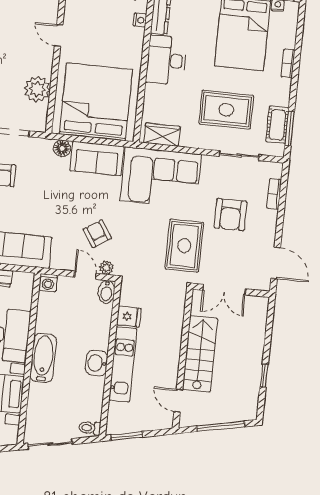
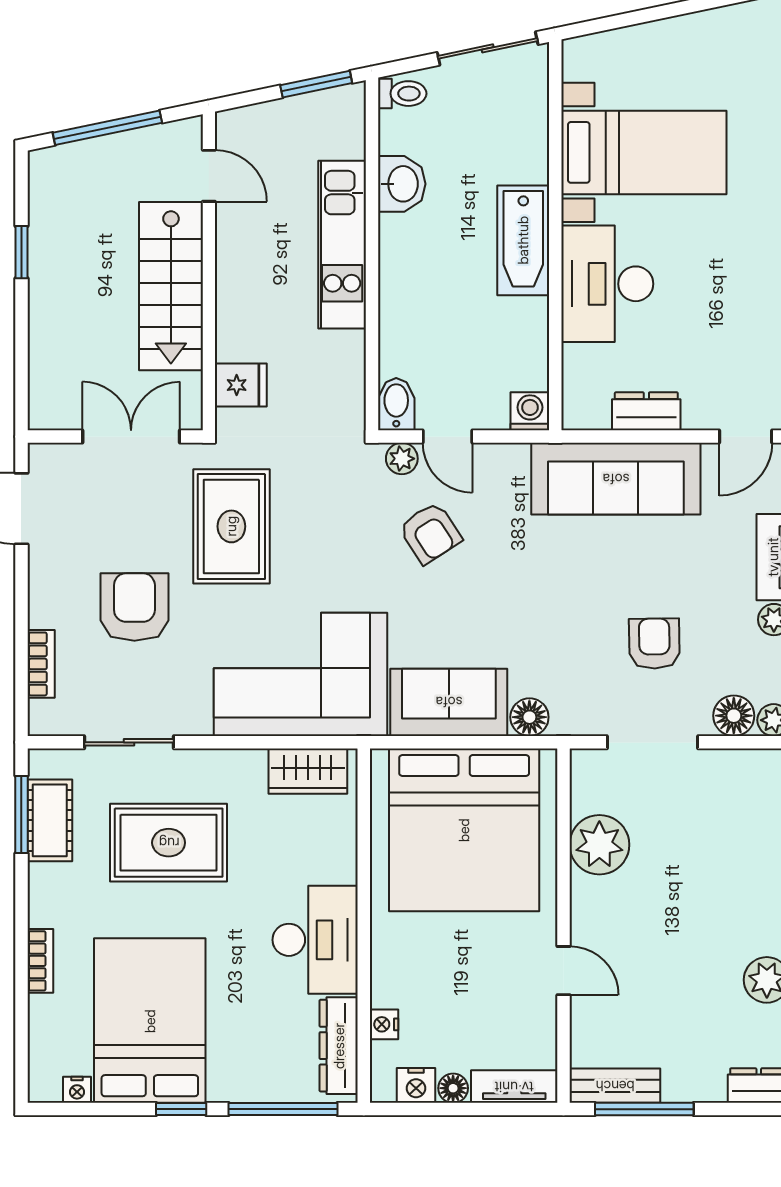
fridge: (129, 317) -> (241, 385), moved, turned 180
washbasin: (97, 363) -> (402, 184), moved

